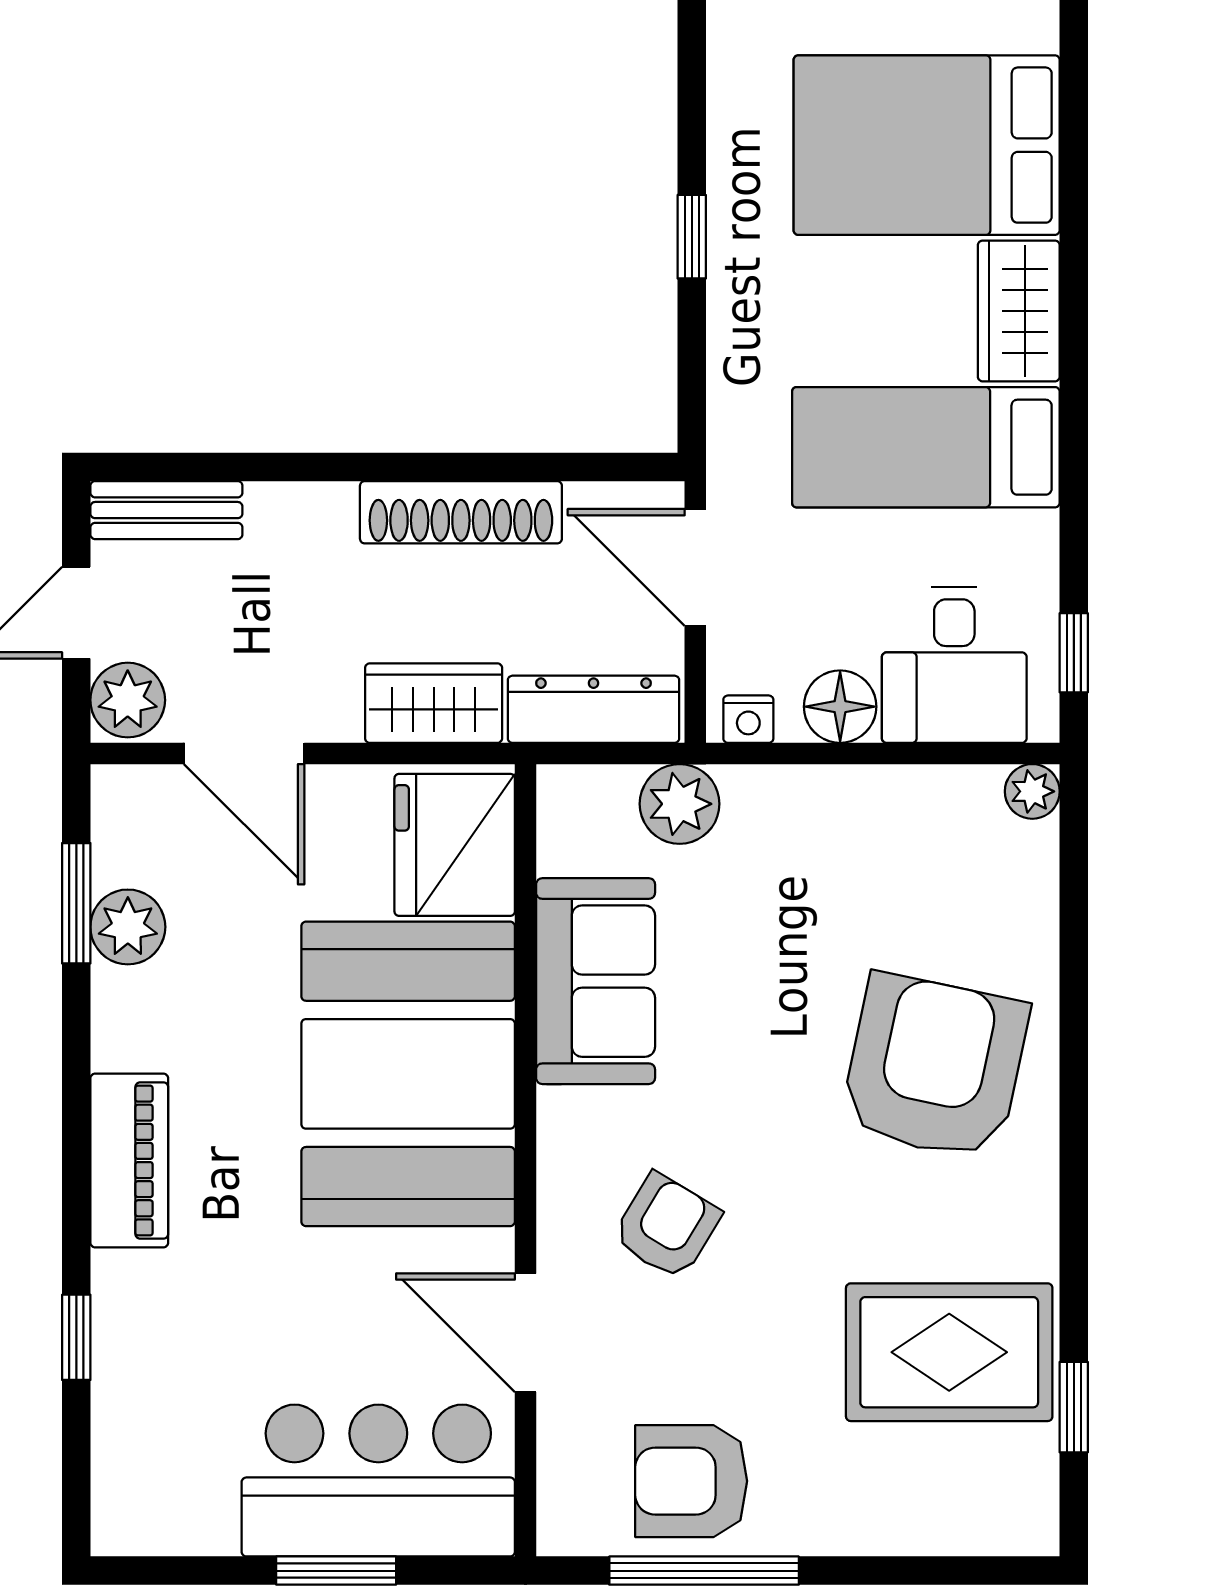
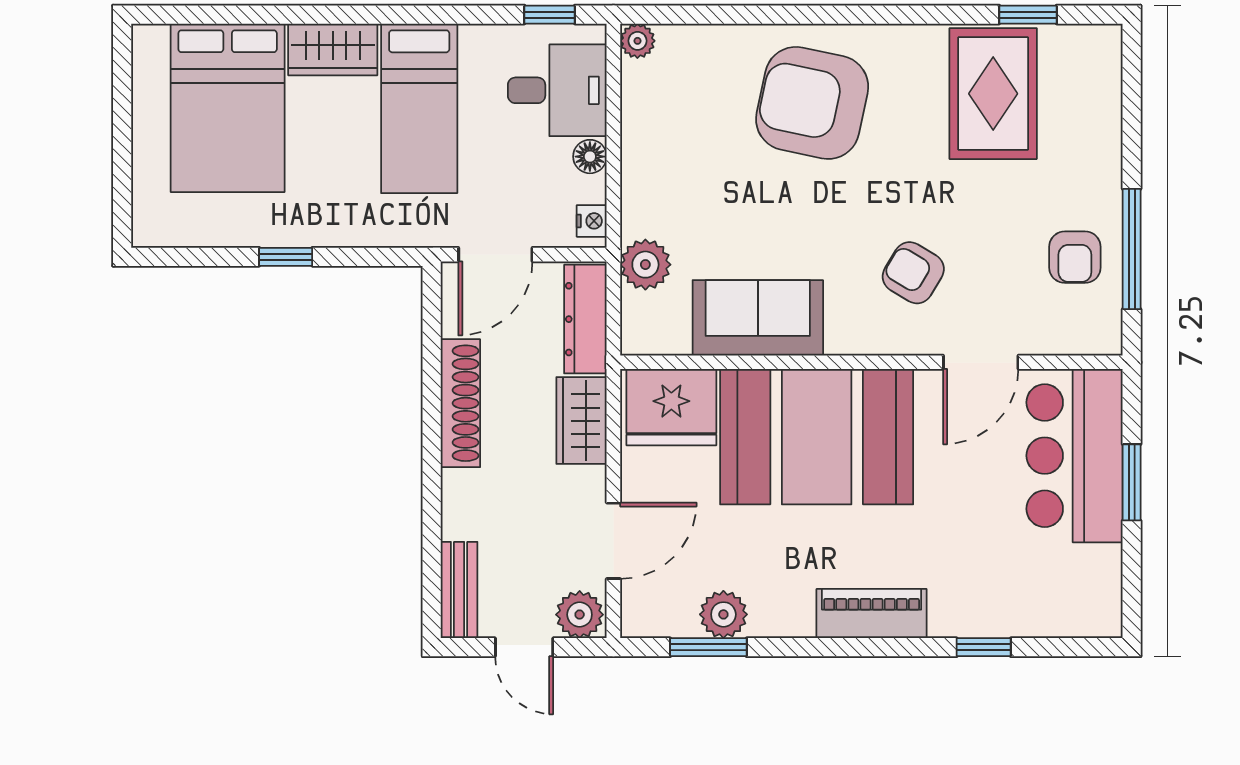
floor lamp: (840, 707) -> (590, 157), width x0.73, depth x0.73
armchair: (691, 1481) -> (1075, 257), width x0.72, depth x0.72

